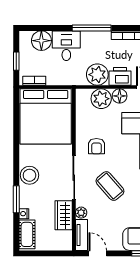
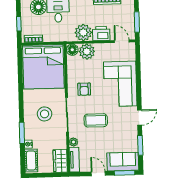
floor lamp: (120, 96) -> (72, 50), moved
stool: (29, 175) -> (45, 114), moved
coffee table: (110, 186) -> (96, 120), turned -49
wardrobe: (64, 215) -> (60, 161), moved
door: (98, 253) -> (98, 174), moved

